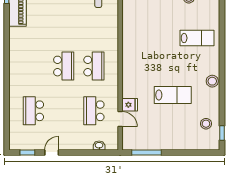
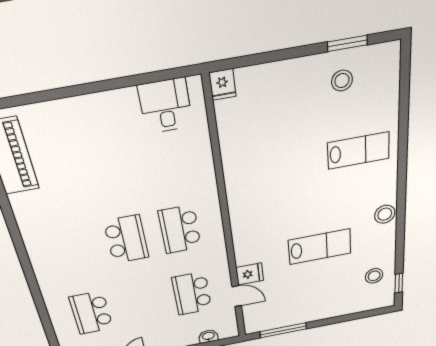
school desk: (94, 66) -> (180, 229), turned 180

